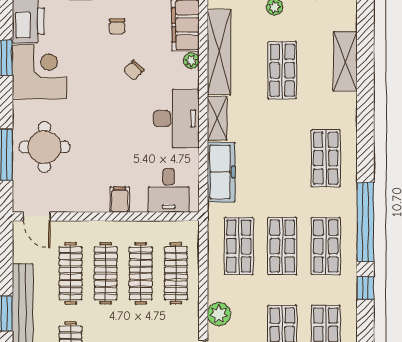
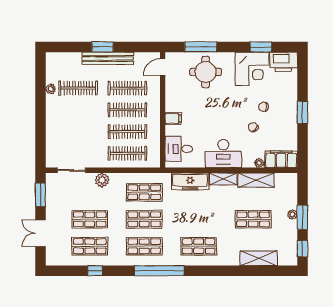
chair: (117, 26) -> (264, 107), moved
shelving: (219, 52) -> (256, 180), width x0.68
window: (365, 288) -> (95, 271), moved

